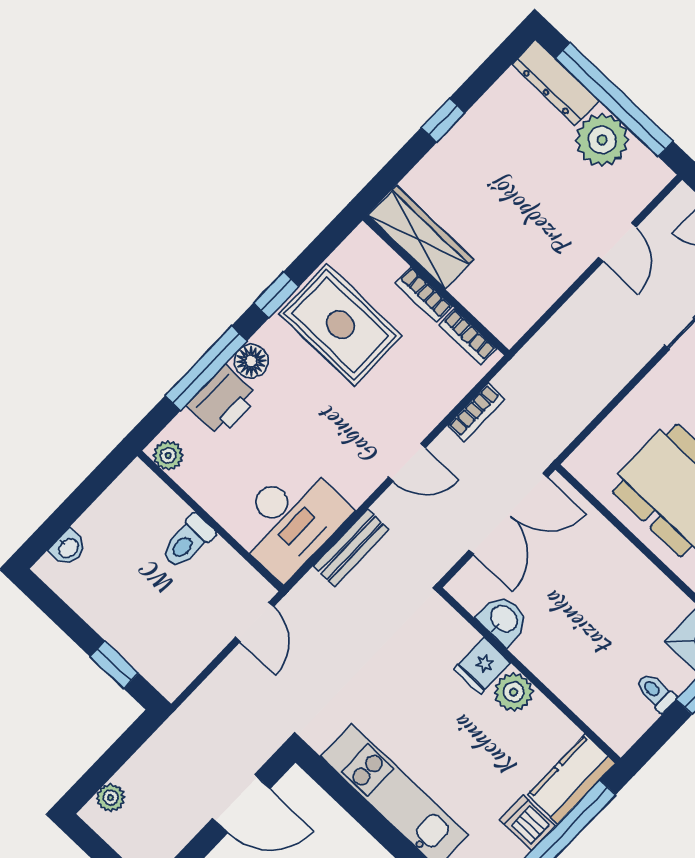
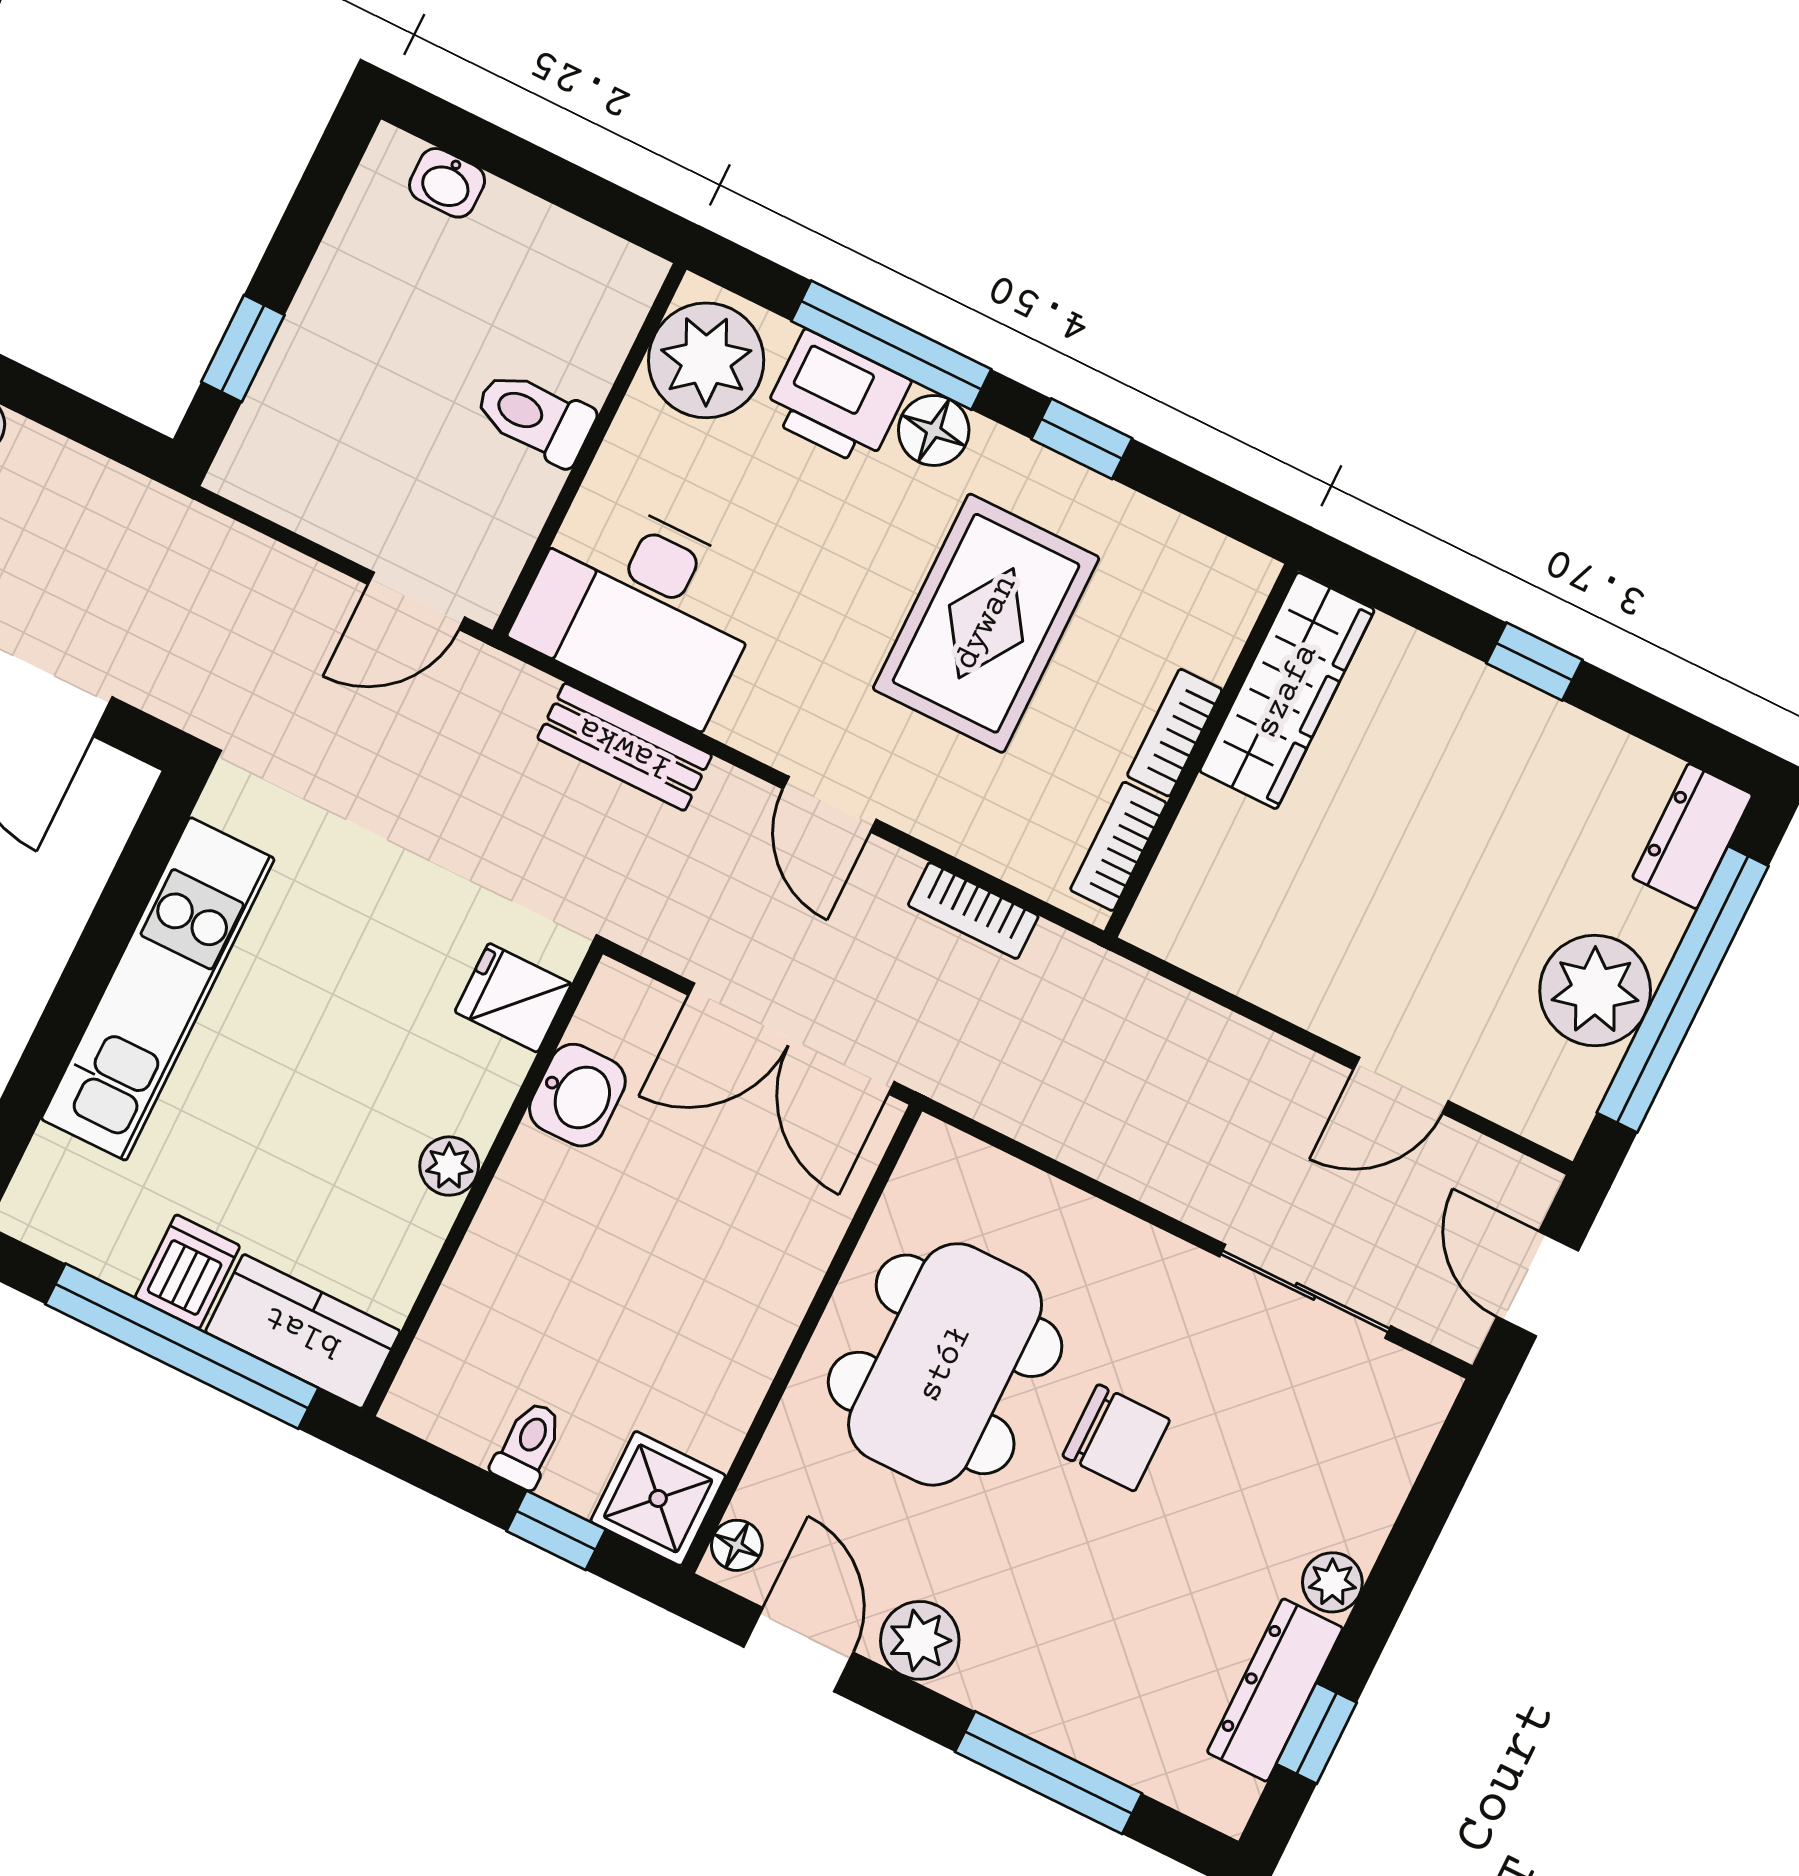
dresser: (555, 82) -> (1693, 836), width x0.70
rug: (340, 325) -> (986, 623), moved
plant: (168, 455) -> (706, 360), width x1.88, depth x1.88
fridge: (482, 666) -> (513, 998), moved
plant: (514, 692) -> (449, 1166), width x0.73, depth x0.73

